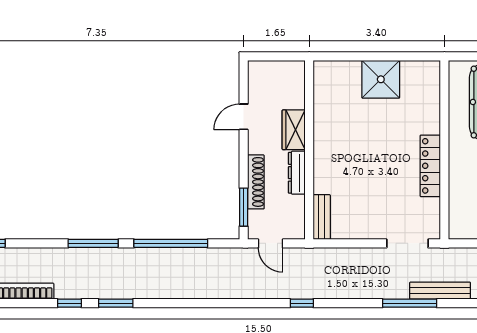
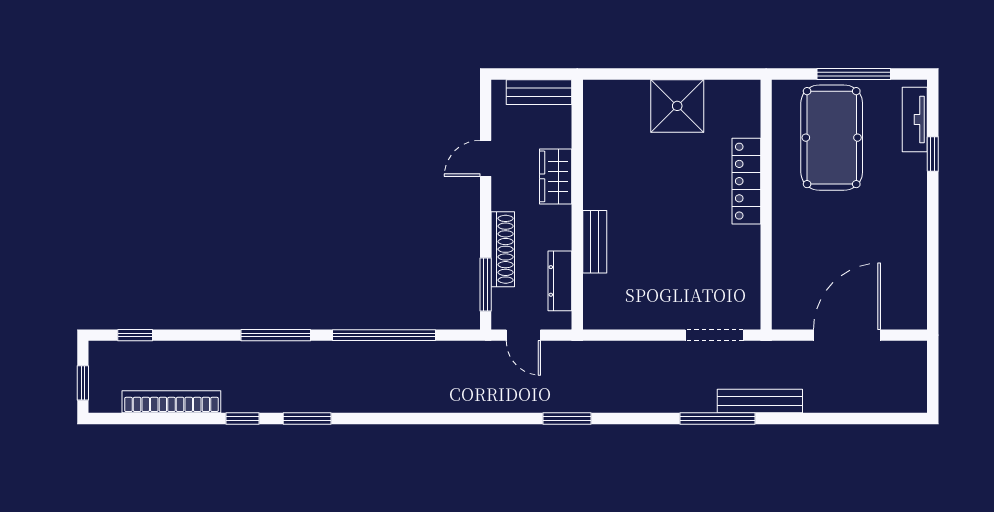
bench: (282, 69) -> (539, 92), added
locker: (430, 166) -> (746, 181), moved
dresser: (297, 173) -> (560, 281), moved
bench: (322, 217) -> (595, 242), moved
window: (302, 303) -> (567, 418), width x1.50

